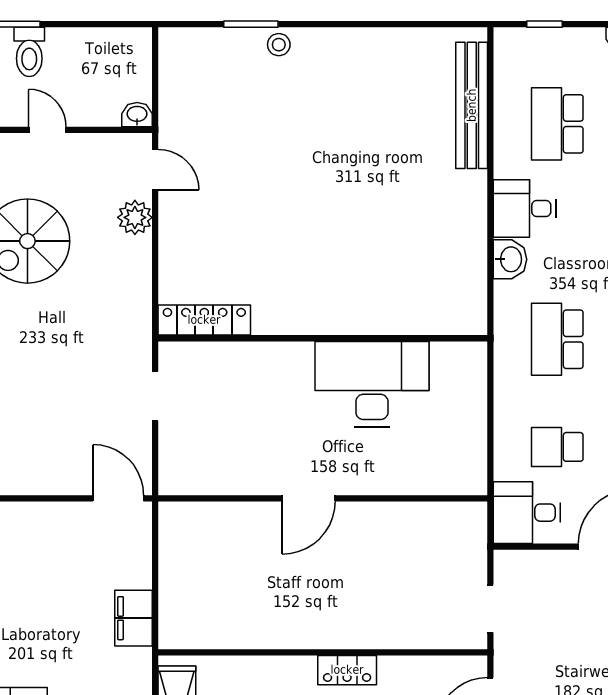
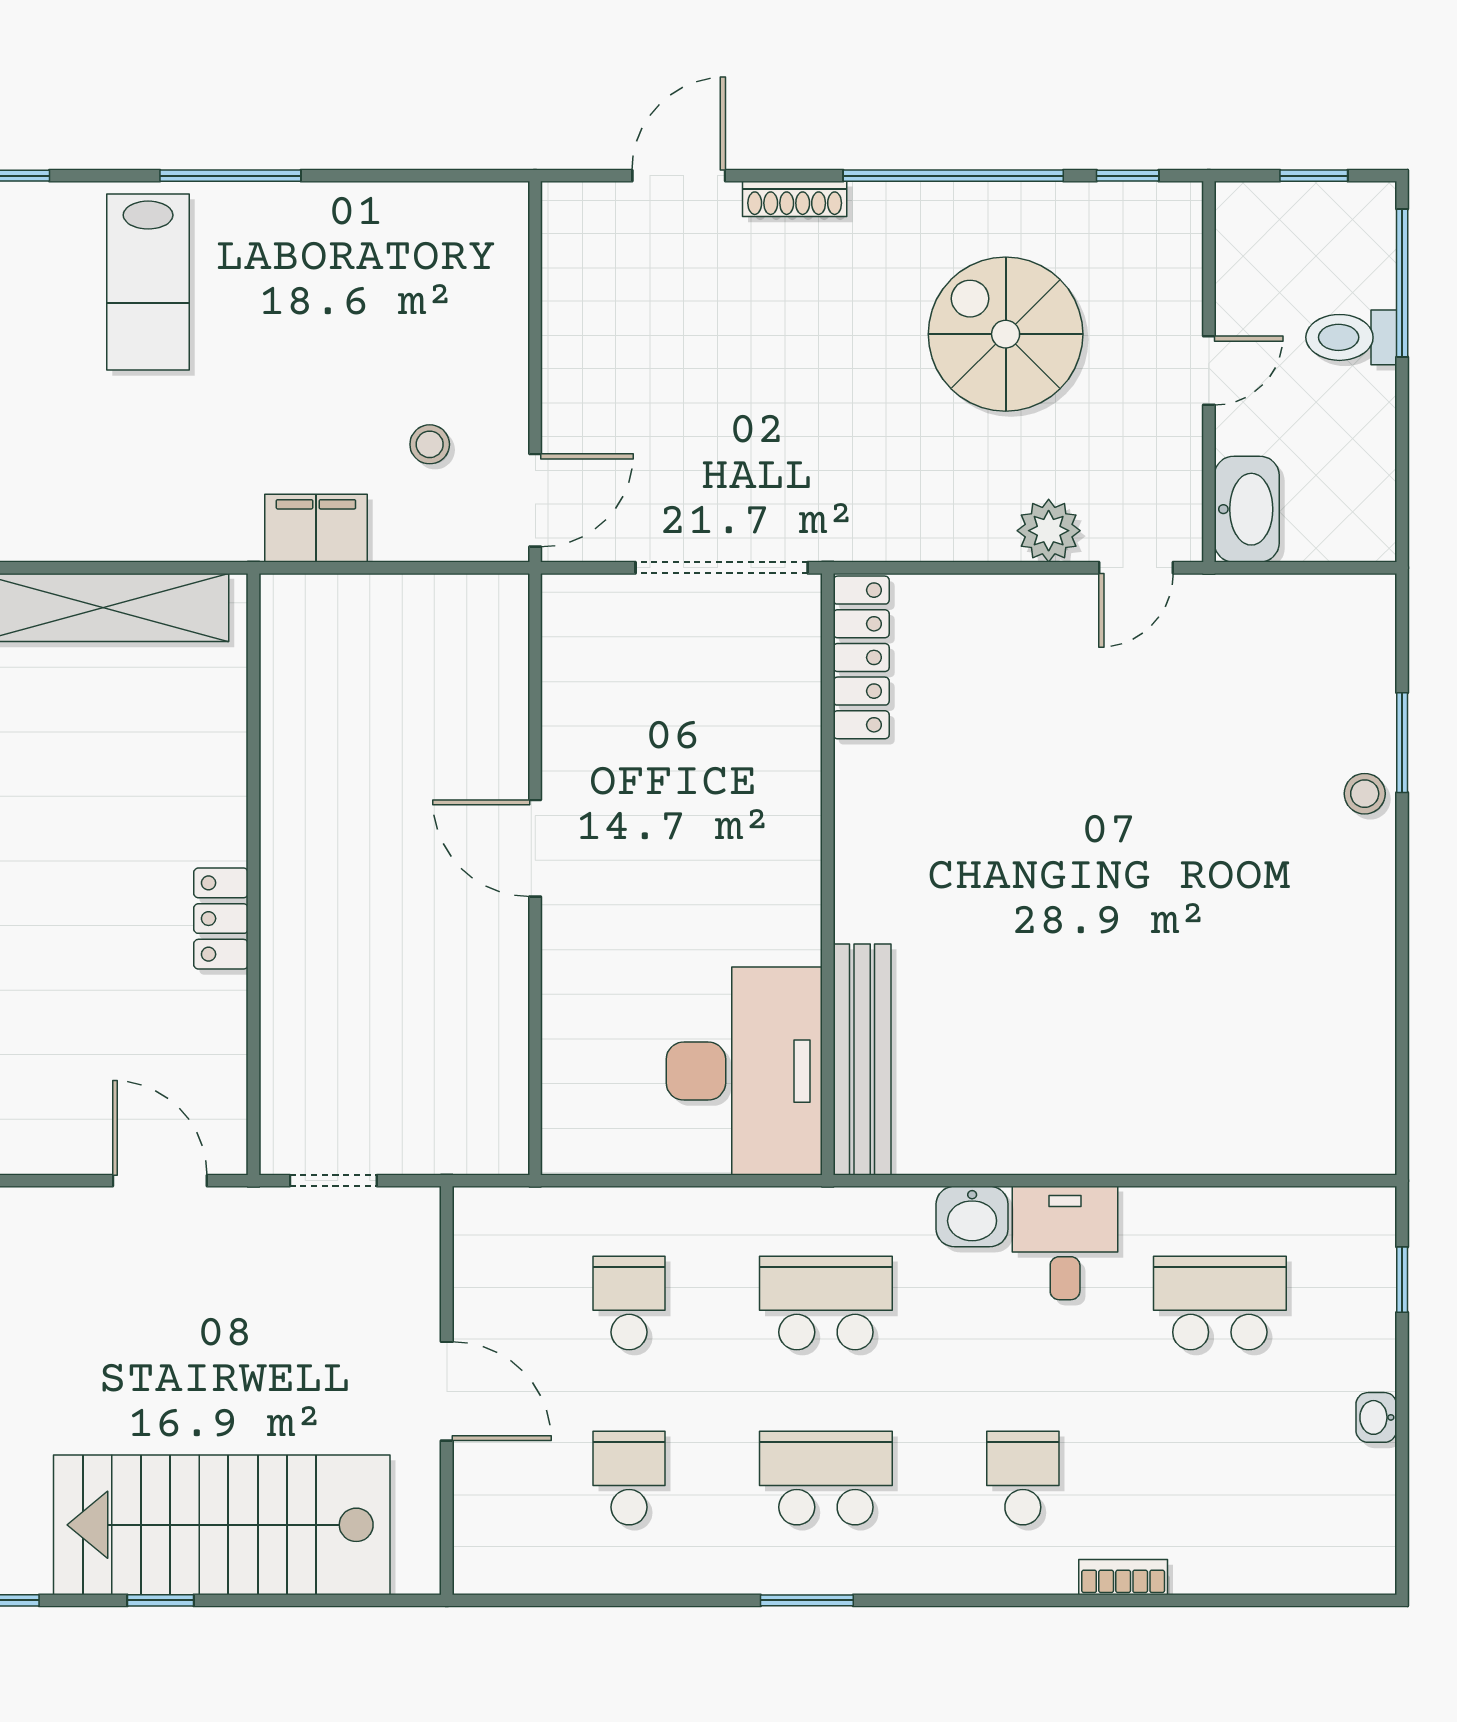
bench: (472, 105) -> (862, 1060), moved, turned 90
washbasin: (137, 115) -> (1247, 509), width x1.91, depth x1.45
desk: (372, 384) -> (744, 1071), moved
doorway: (155, 396) -> (722, 568), width x1.88
desk: (527, 513) -> (509, 1247), removed
stool: (88, 556) -> (430, 444), added

